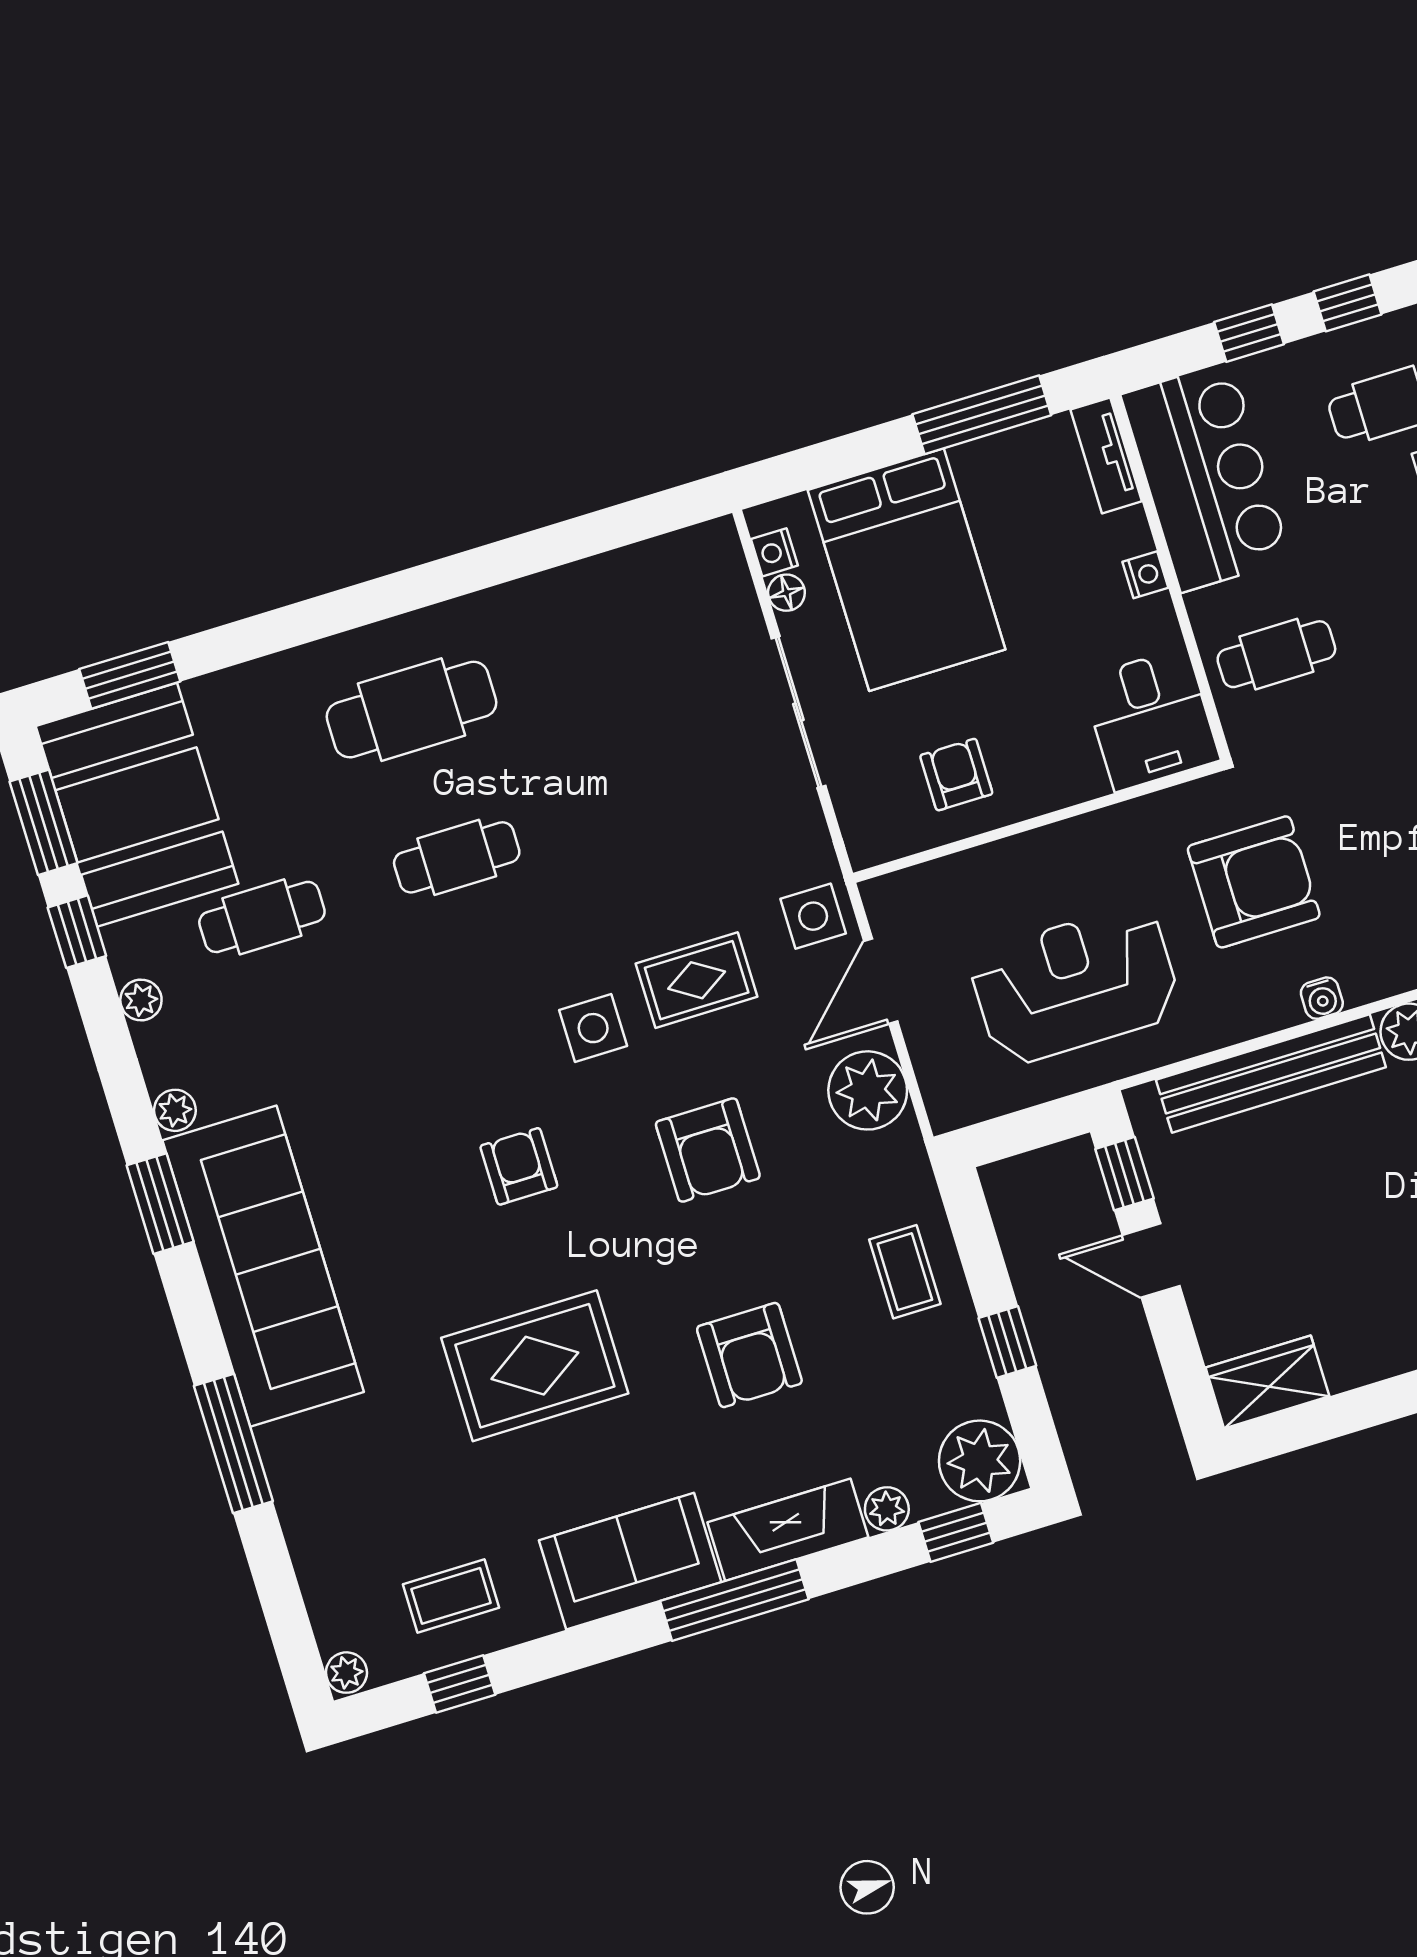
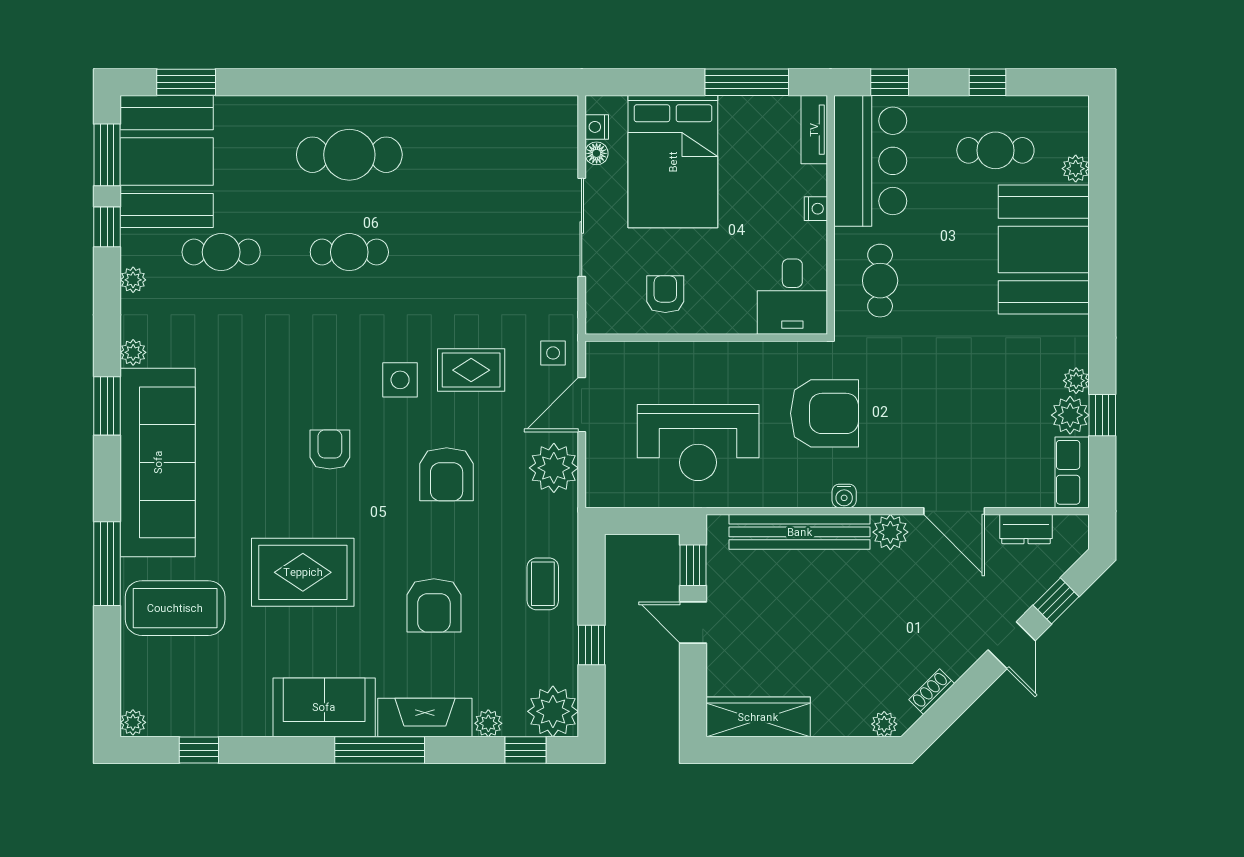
window: (1249, 333) -> (890, 82), moved
cafe table: (1276, 654) -> (880, 281), turned 90
side table: (813, 916) -> (553, 353), width x0.73, depth x0.73
reception desk: (1075, 985) -> (698, 443), turned 180
wardrobe: (1267, 1382) -> (758, 717), width x1.50
coffee table: (451, 1596) -> (175, 608), moved, width x1.86, depth x1.72

